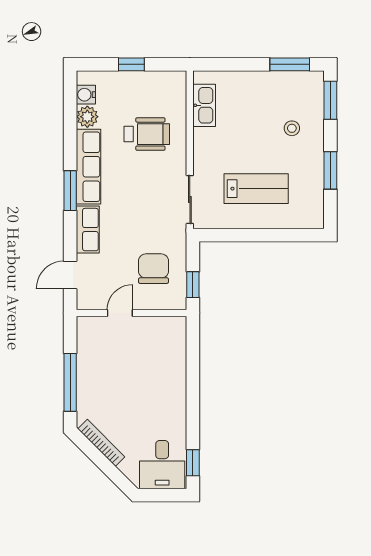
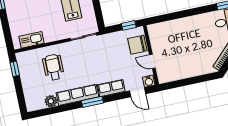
window: (131, 64) -> (15, 69), moved
water cooler: (86, 95) -> (149, 81), moved
chair: (154, 269) -> (137, 45), moved
window: (70, 382) -> (195, 80), removed

